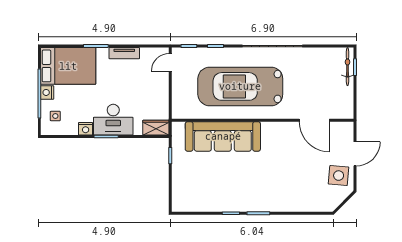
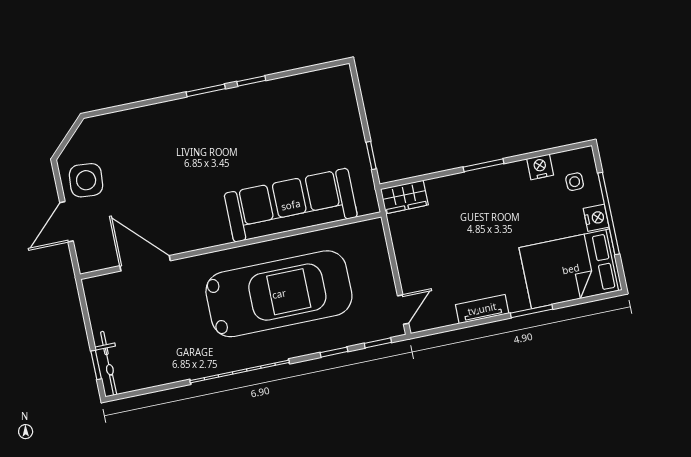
desk: (113, 120) -> (478, 195), removed
nightstand: (86, 129) -> (540, 167), moved

